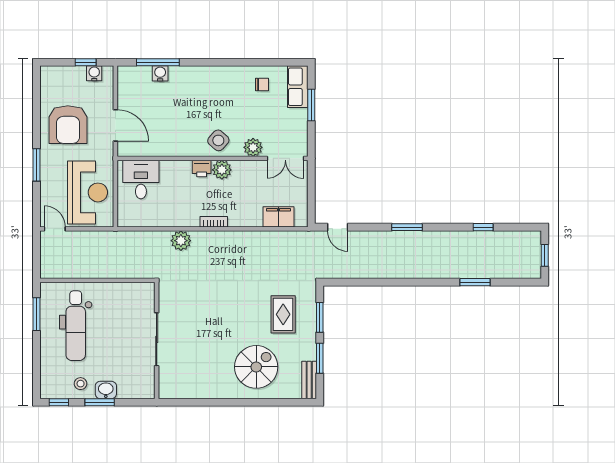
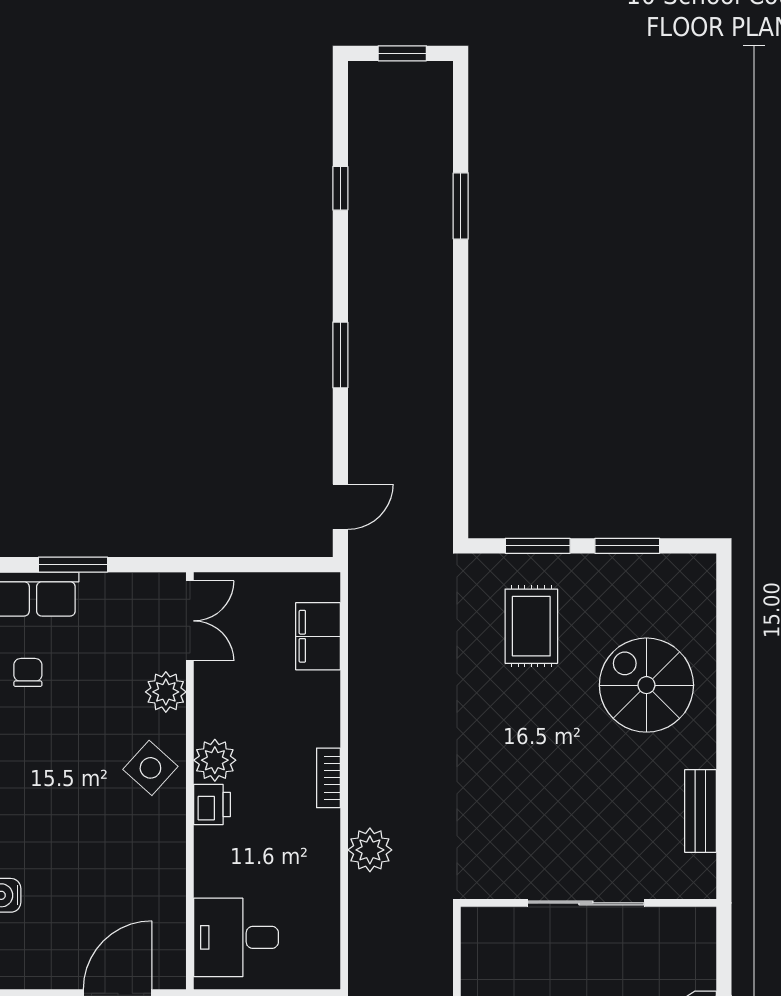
rug: (283, 314) -> (531, 626), turned 90
bench: (309, 380) -> (700, 811), moved, turned 90

